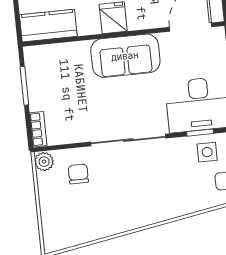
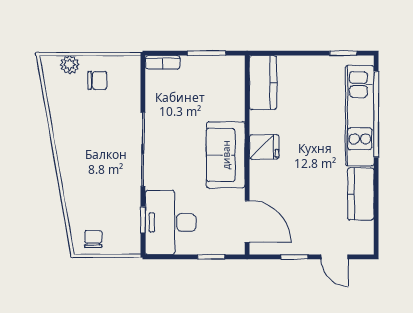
side table: (207, 152) -> (123, 225), removed
plant: (44, 162) -> (70, 65), moved
chair: (78, 174) -> (97, 80), moved

